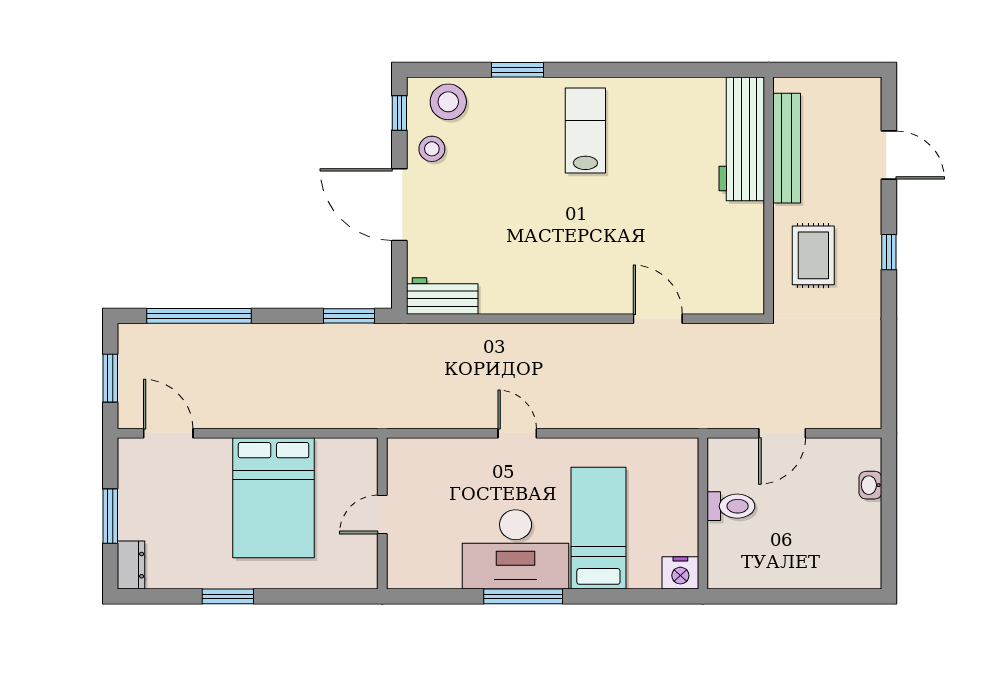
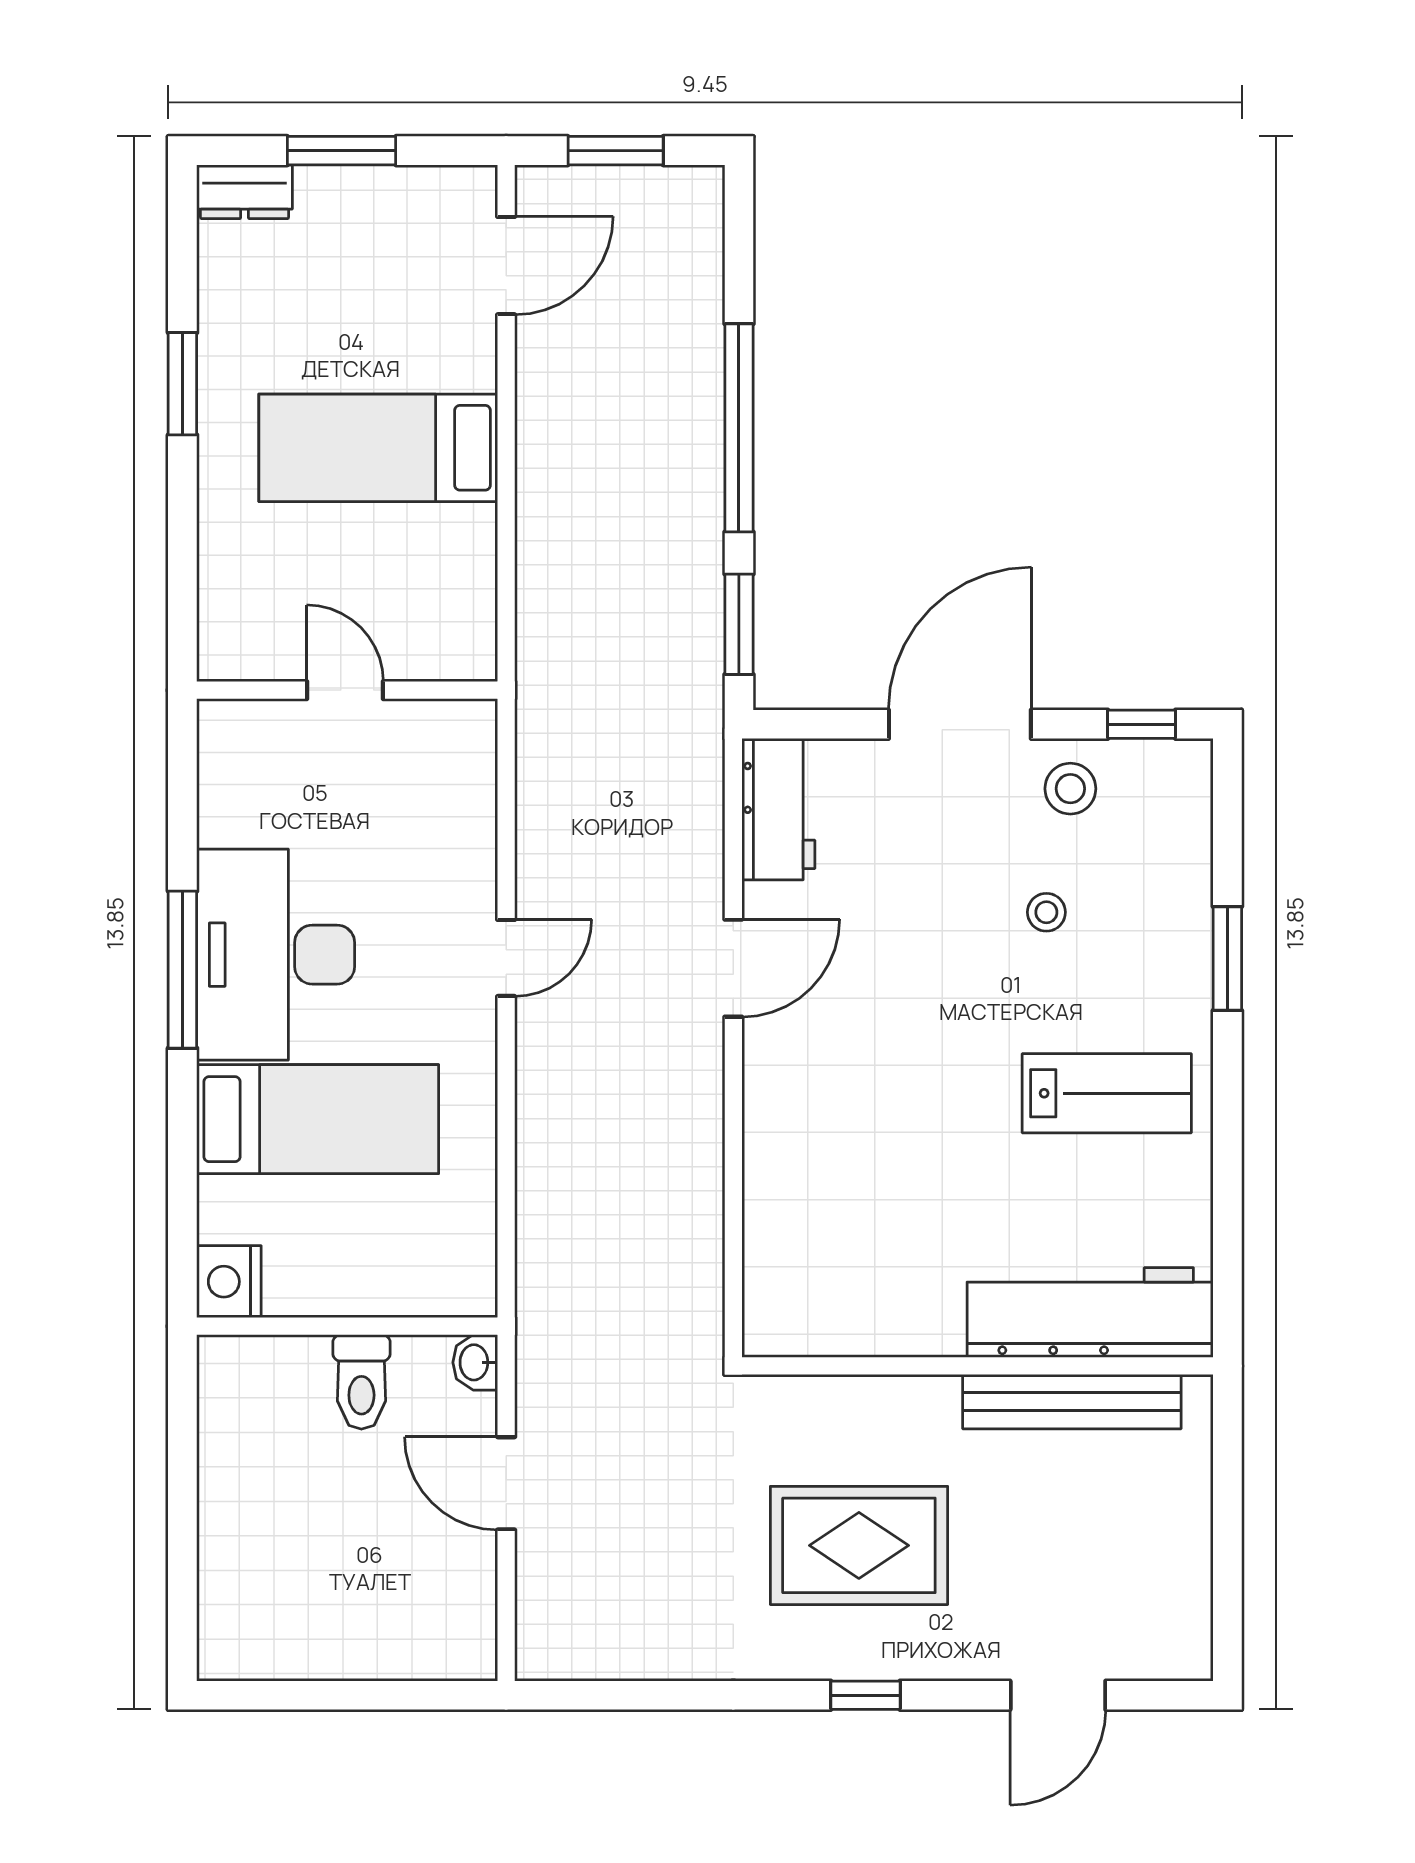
stool: (448, 102) -> (1046, 912), moved, width x0.53, depth x0.53
workbench: (742, 139) -> (1090, 1313), moved
bench: (787, 148) -> (1072, 1402), moved
wall: (769, 196) -> (977, 1366), moved
rug: (813, 255) -> (859, 1545), width x1.36, depth x1.43
window: (199, 316) -> (739, 428), moved
door: (658, 319) -> (733, 968), moved
washbasin: (870, 485) -> (475, 1362), moved, turned -90
bed: (274, 498) -> (378, 448), width x0.67

